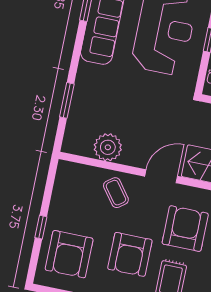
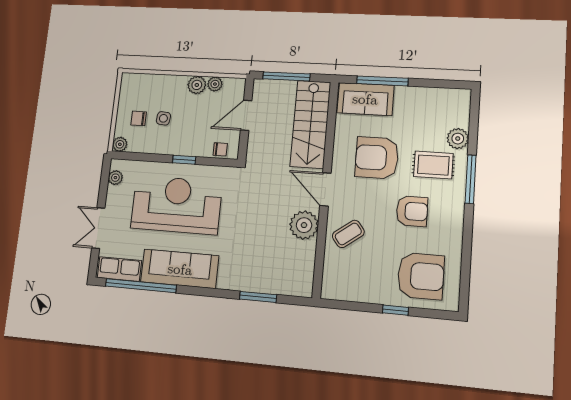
plant: (108, 147) -> (304, 225), moved
armchair: (130, 254) -> (412, 211), width x0.73, depth x0.73

